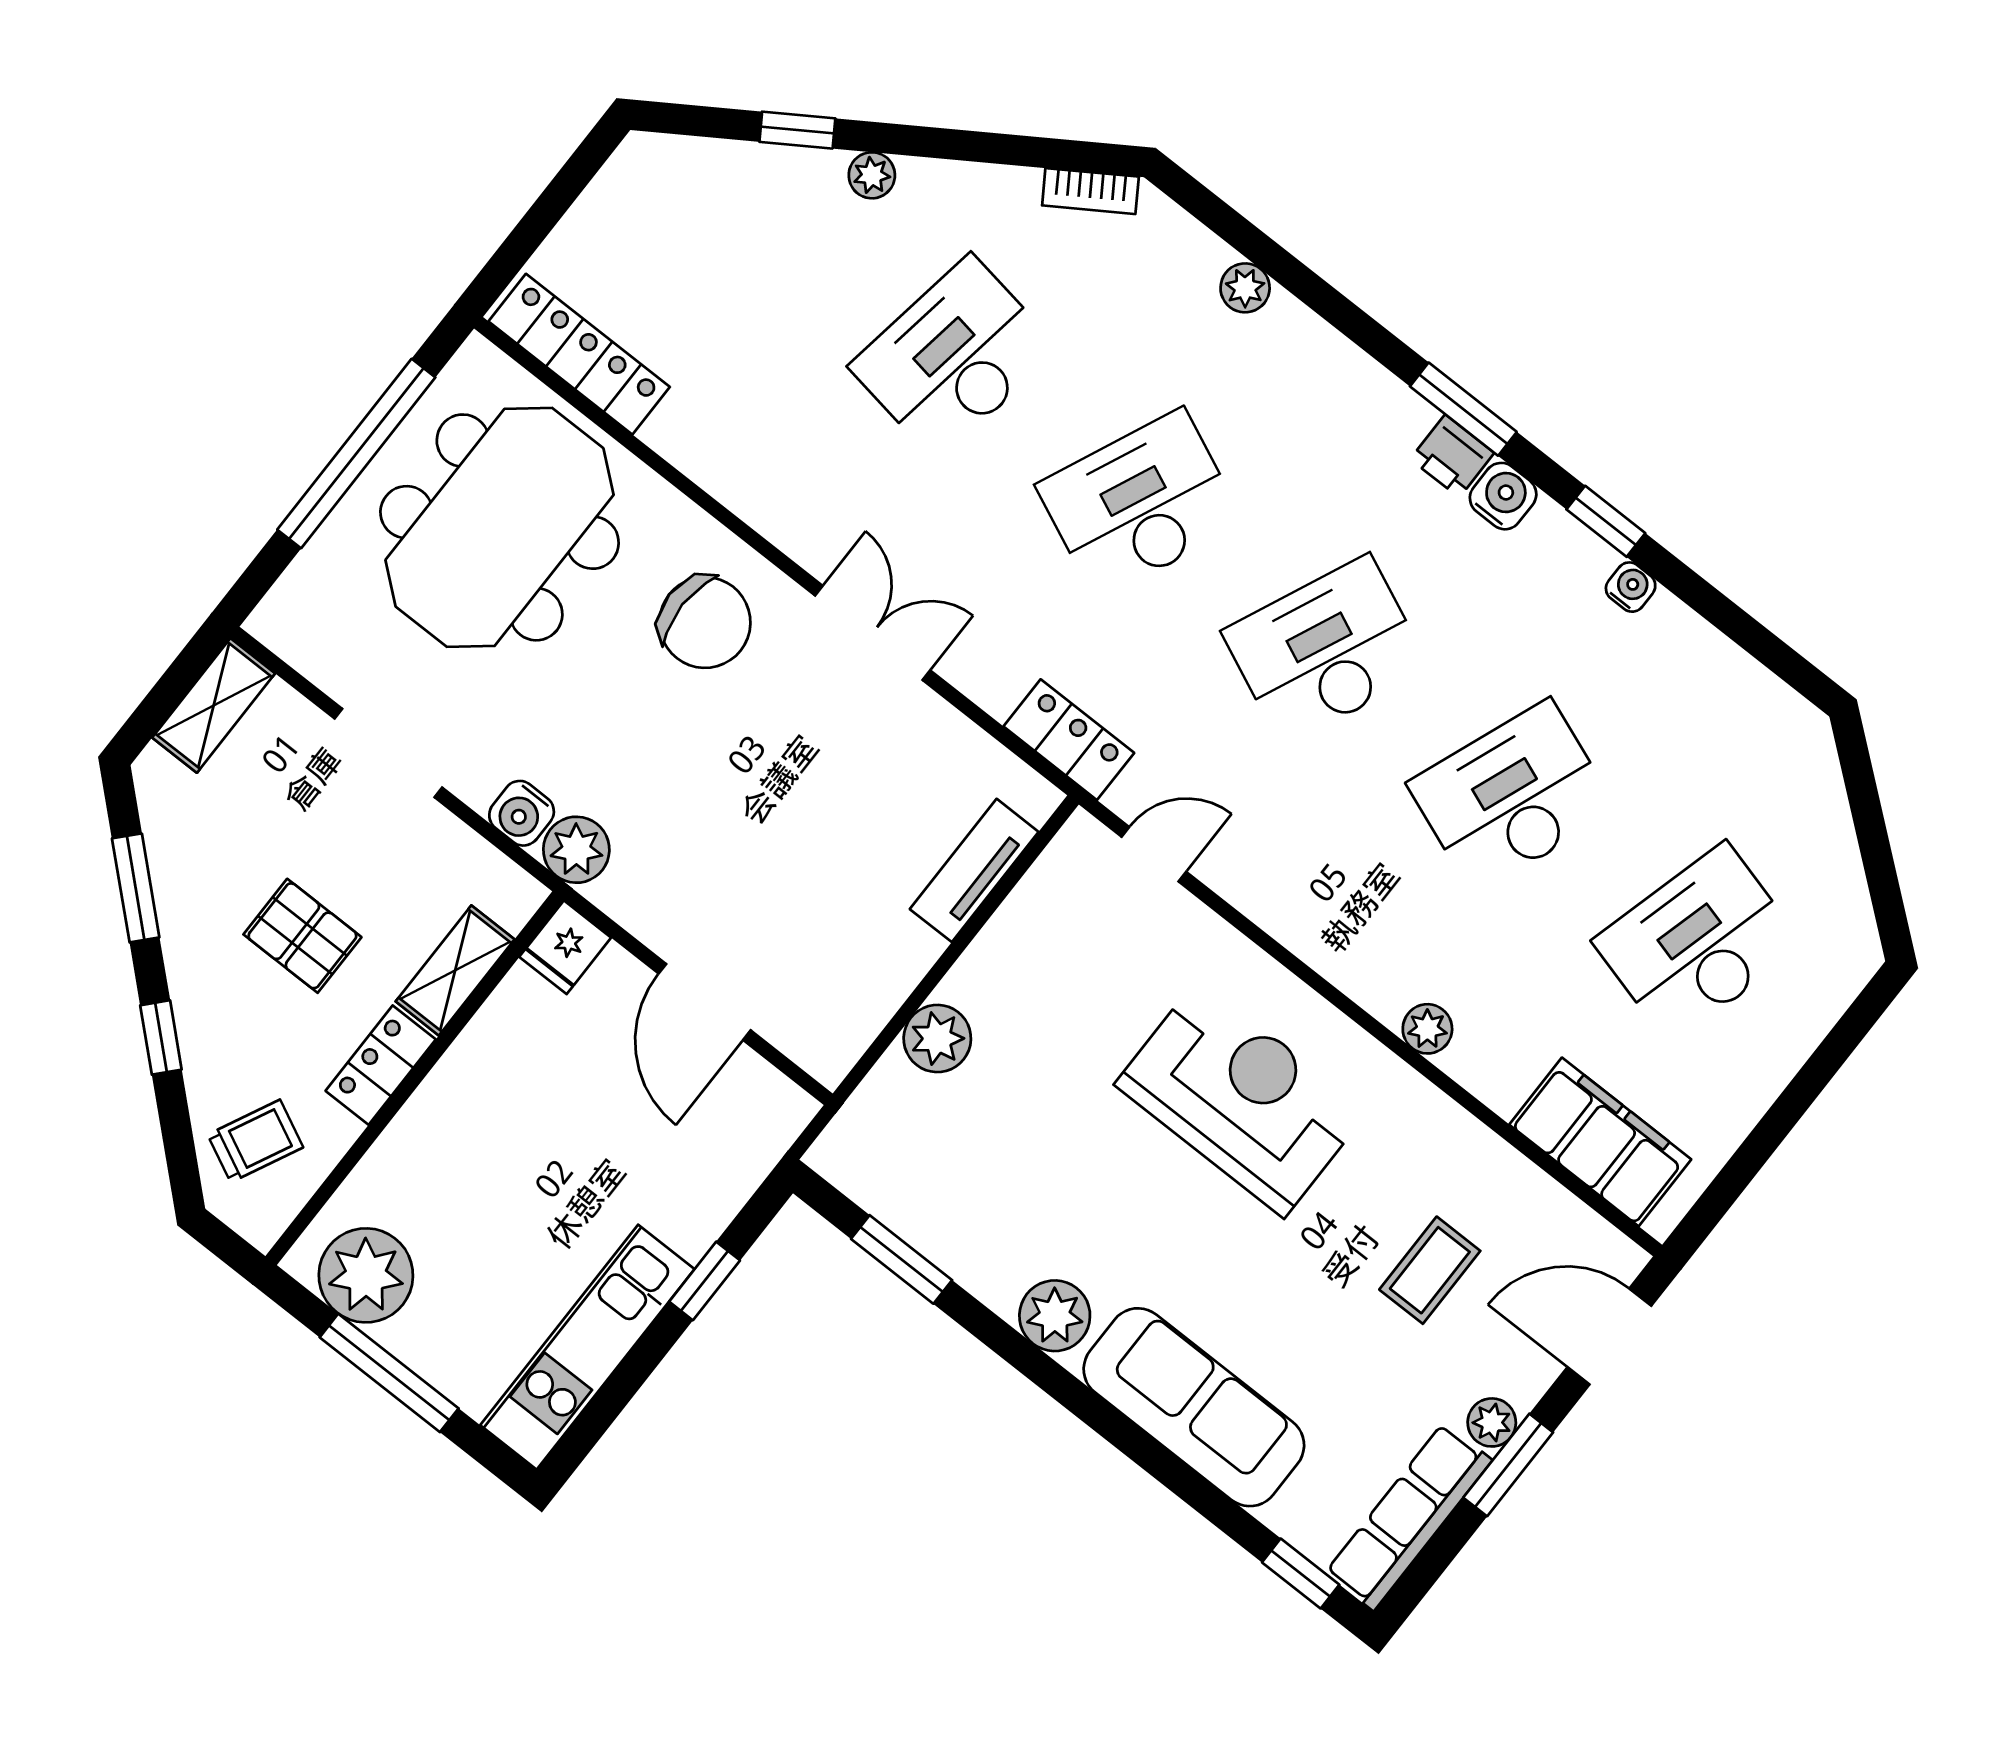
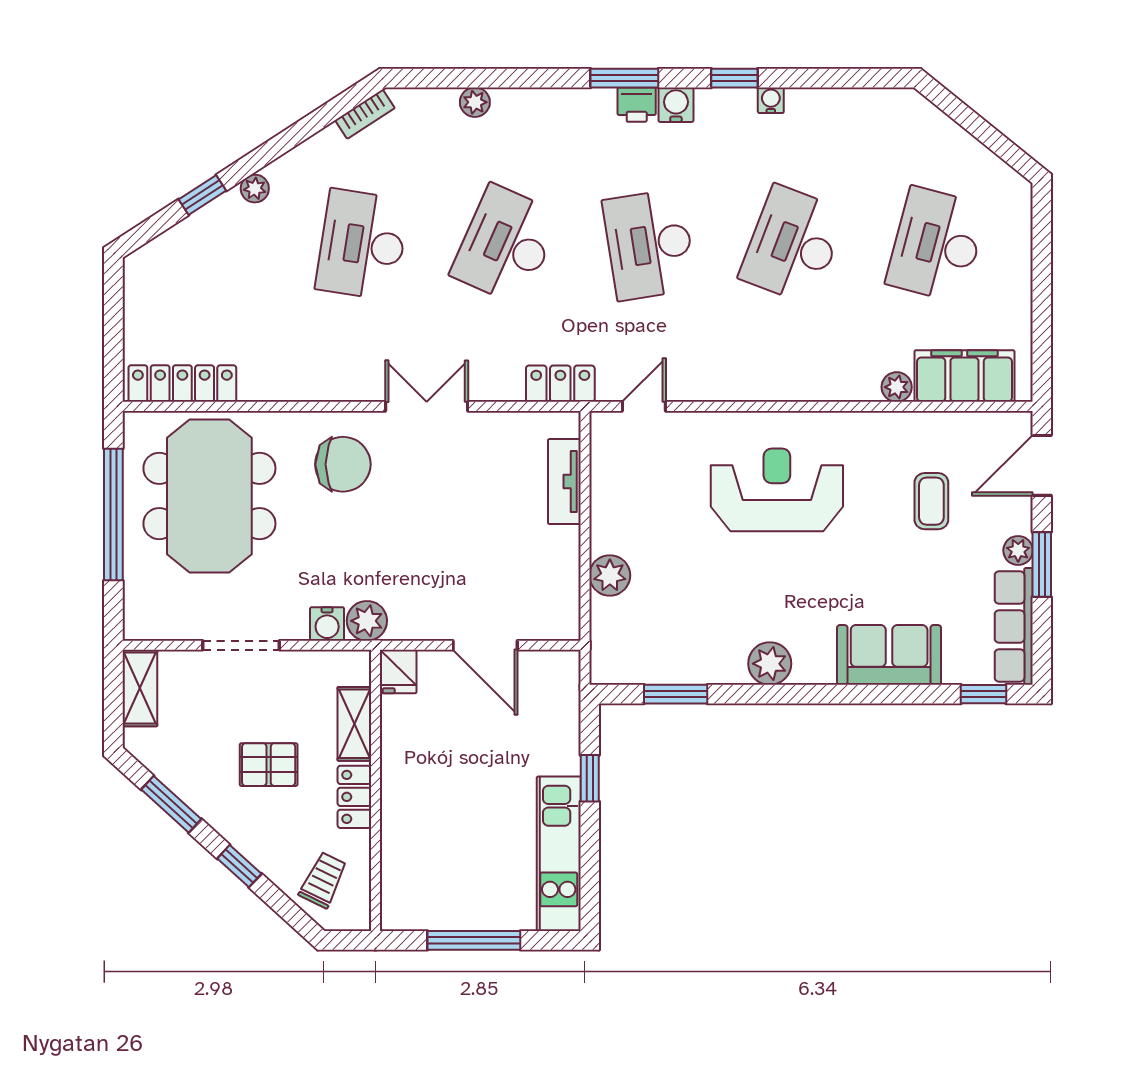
desk: (1326, 650) -> (649, 245), turned -33
plant: (1427, 1029) -> (897, 387), moved
plant: (366, 1275) -> (426, 903), removed
sofa: (1194, 1407) -> (889, 655), width x0.73

